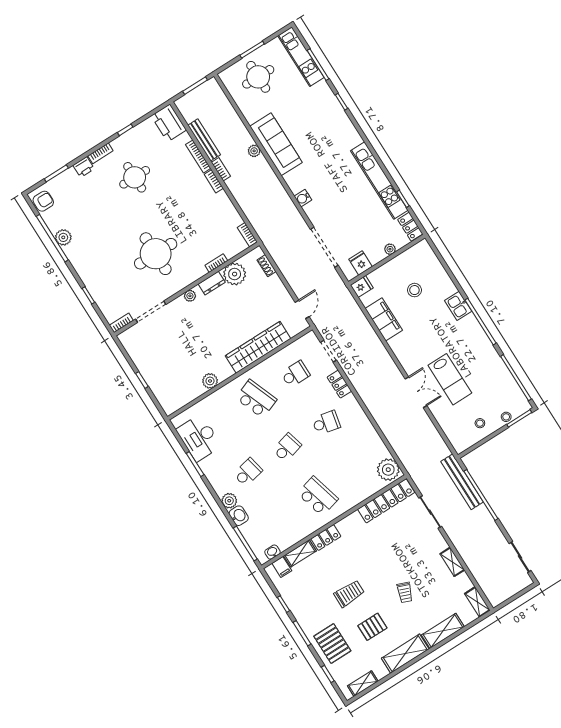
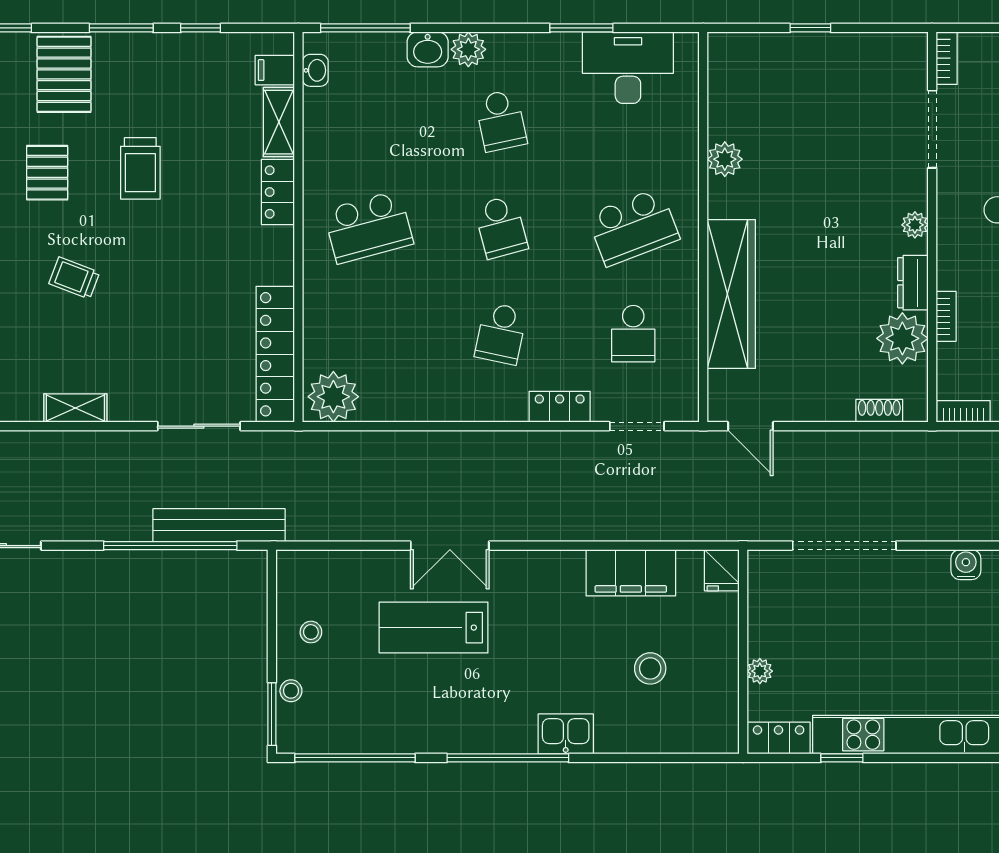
fridge: (361, 263) -> (769, 597), removed
pallet: (332, 643) -> (64, 74), turned 90

